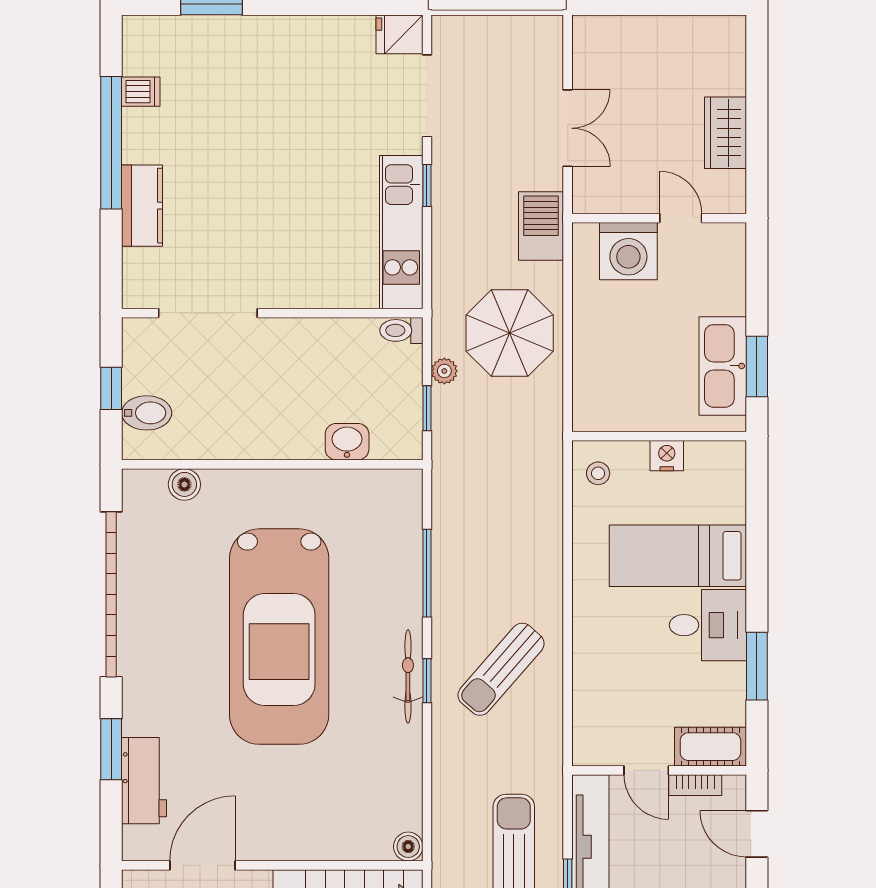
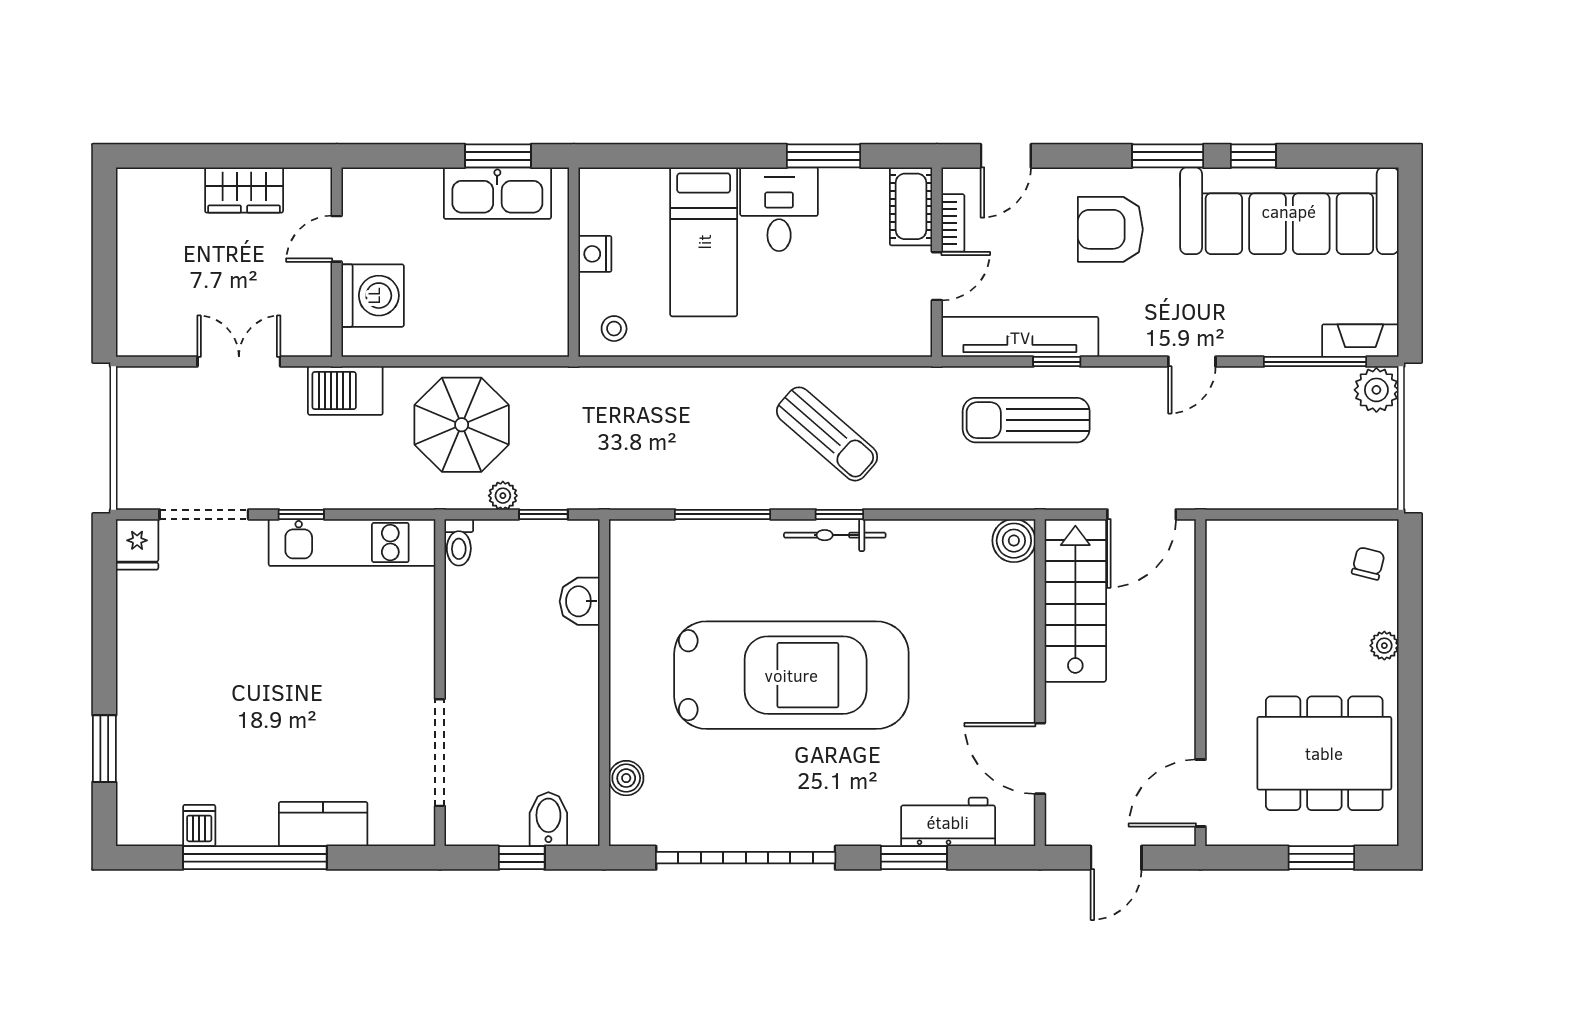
boiler: (408, 847) -> (1014, 541), width x1.36, depth x1.36

